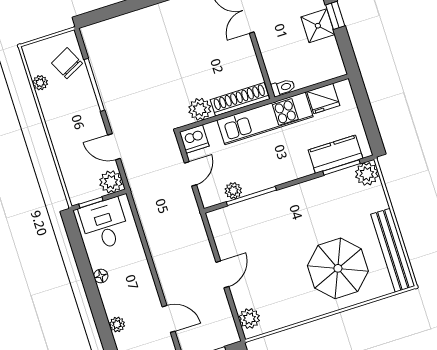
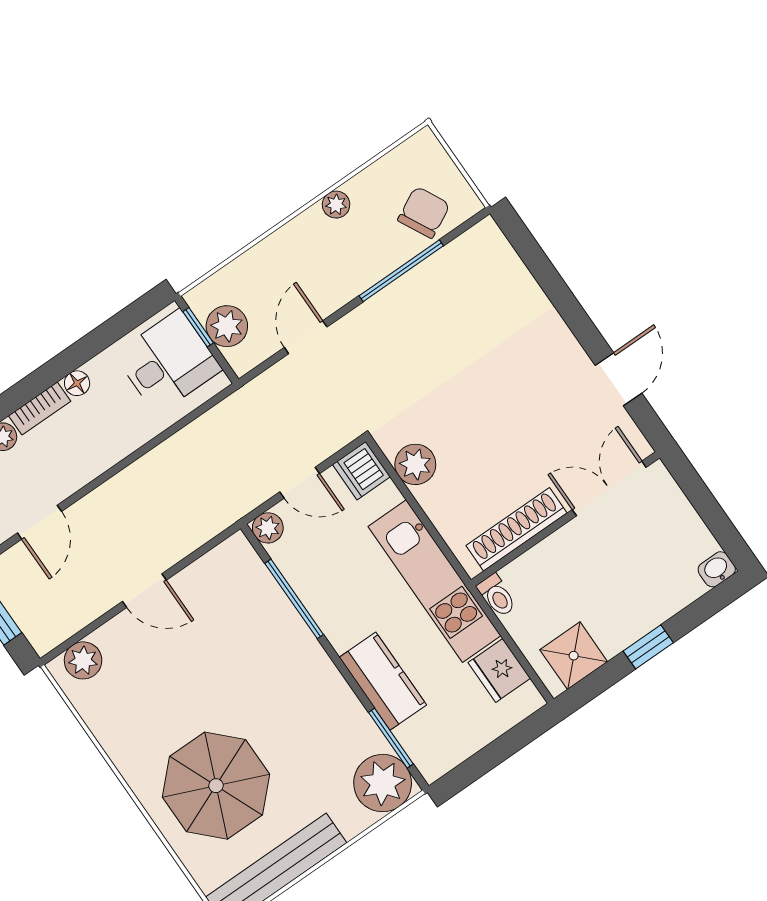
shower: (318, 26) -> (574, 656), moved
plant: (40, 83) -> (336, 205), moved
shoe rack: (240, 99) -> (517, 529), moved, turned -90
kitchen counter: (335, 154) -> (383, 681), moved
plant: (367, 174) -> (383, 783), width x1.36, depth x1.36
plant: (111, 182) -> (227, 326), moved
plant: (233, 191) -> (268, 528), moved
bookcase: (108, 300) -> (40, 408), added

